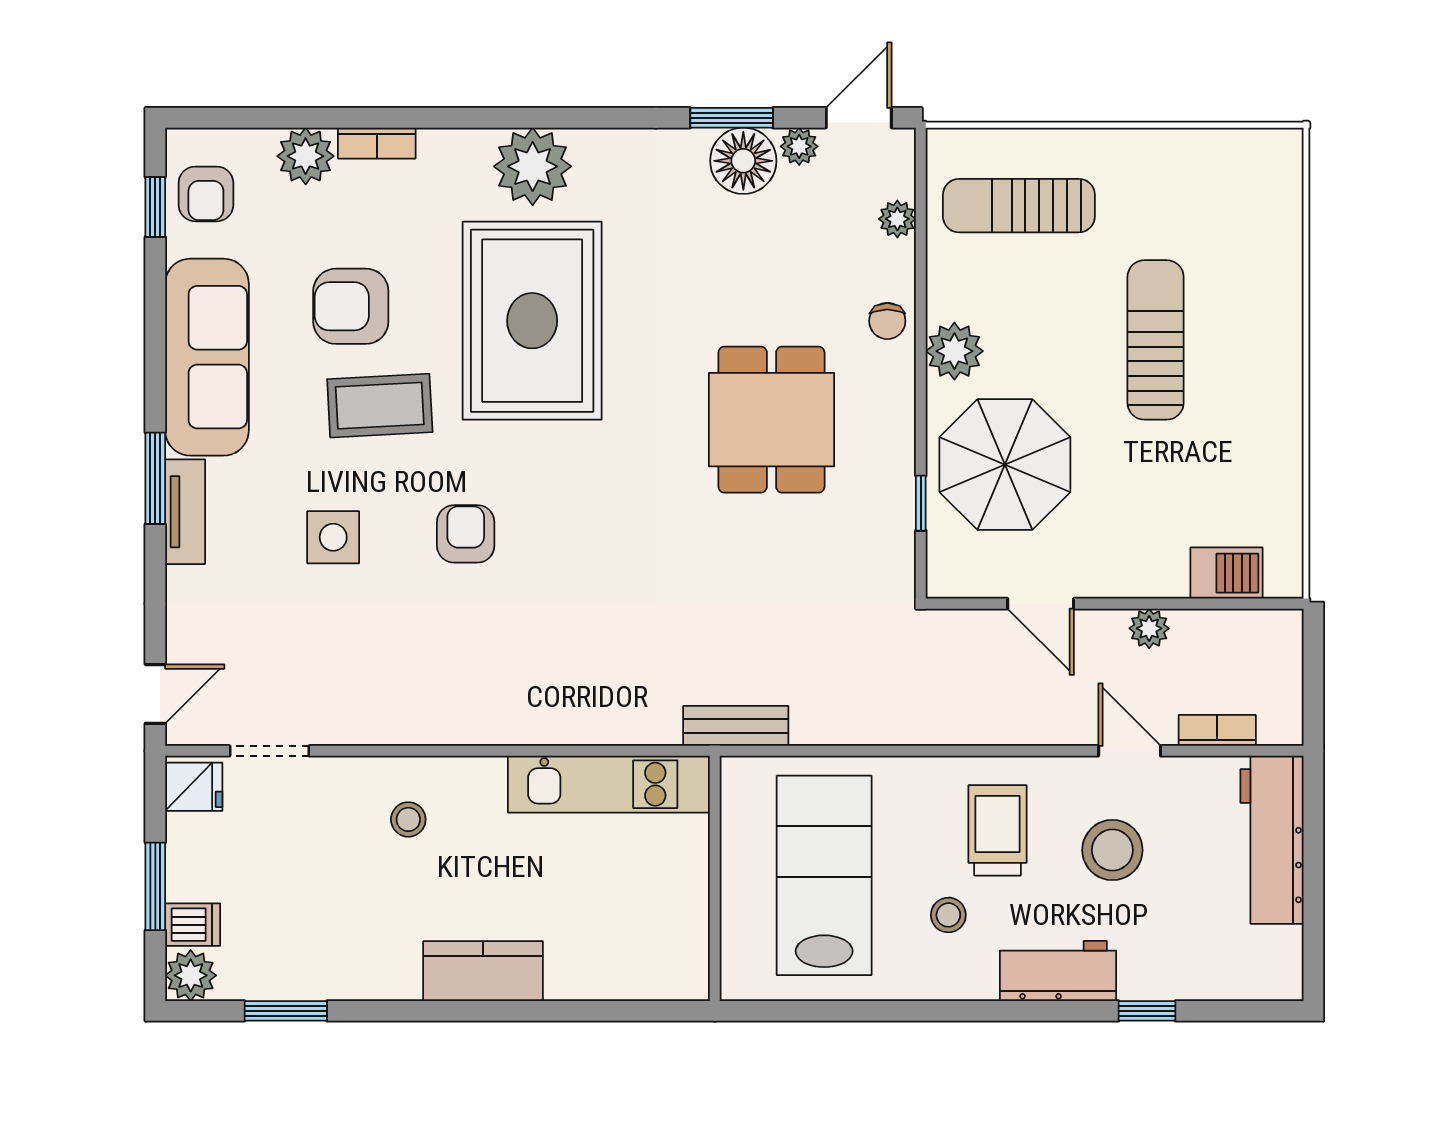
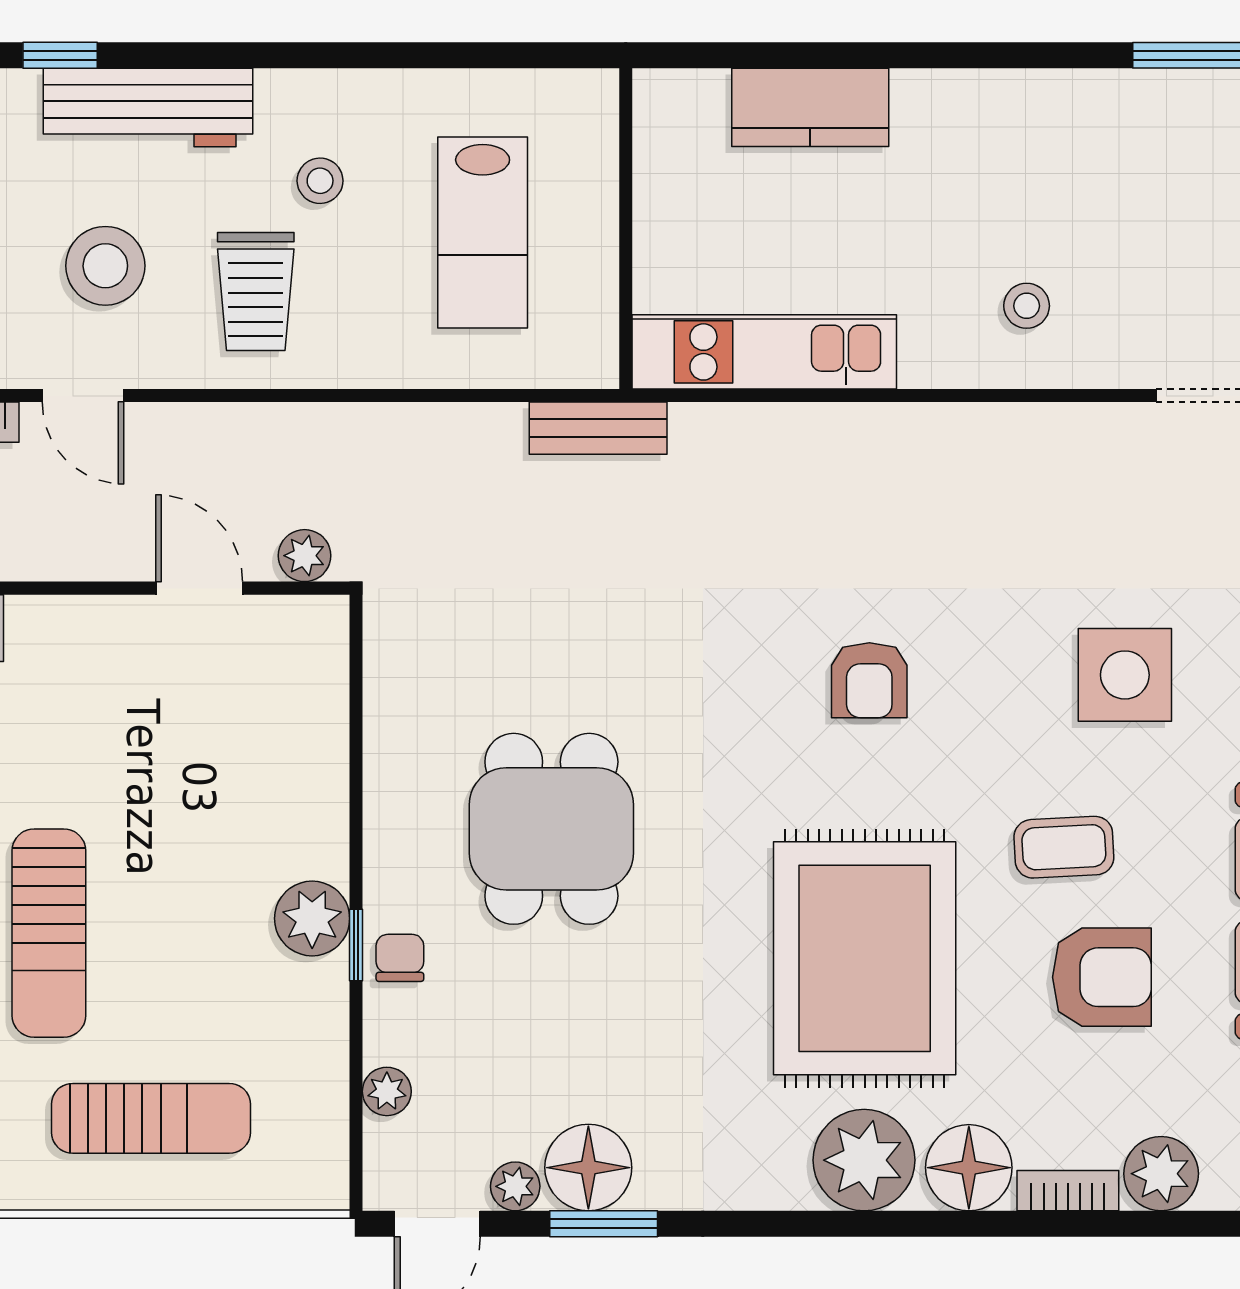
floor lamp: (452, 161) -> (969, 1168), added
sun lounger: (1019, 206) -> (151, 1118), moved
coffee table: (380, 406) -> (1064, 847), width x0.73, depth x0.77
parasol: (1005, 465) -> (246, 770), removed
window: (921, 503) -> (356, 945), moved
armchair: (466, 534) -> (869, 680), moved
side table: (333, 537) -> (1125, 675), width x1.37, depth x1.37
plant: (1149, 628) -> (305, 556), moved
lab bench: (824, 875) -> (483, 233), width x0.73, depth x0.72
kitchen counter: (483, 971) -> (810, 107), moved
workbench: (1058, 971) -> (148, 107), width x1.38

